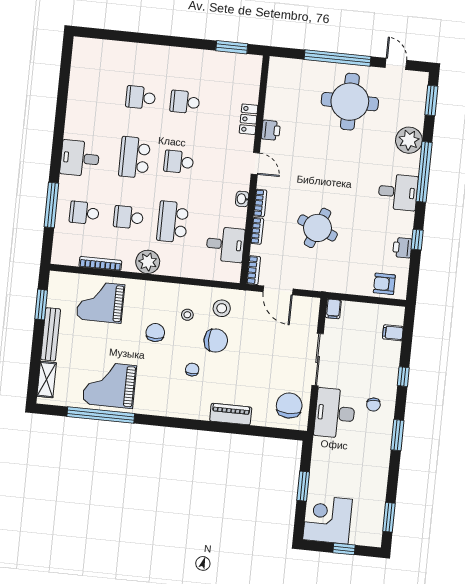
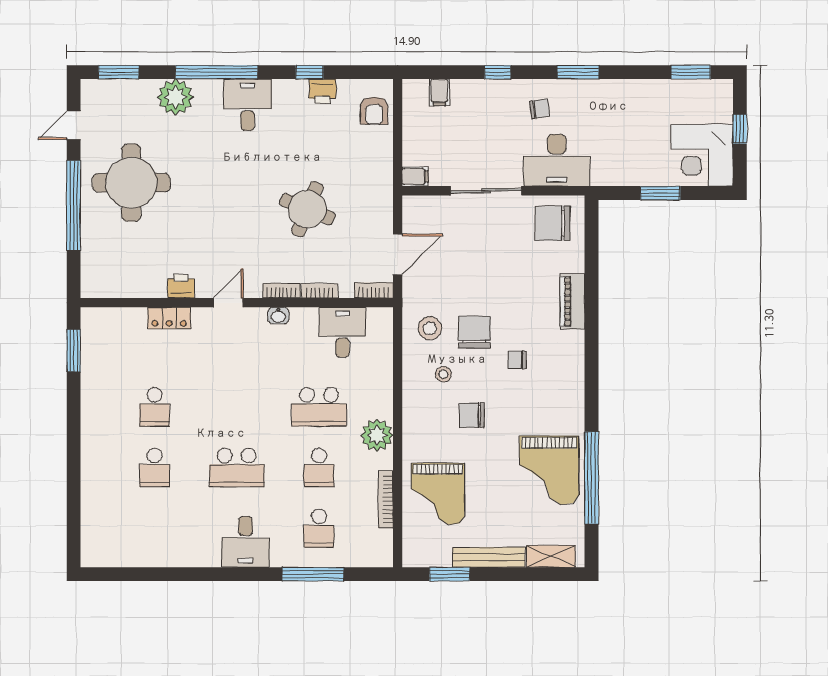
school desk: (179, 162) -> (237, 407), removed

